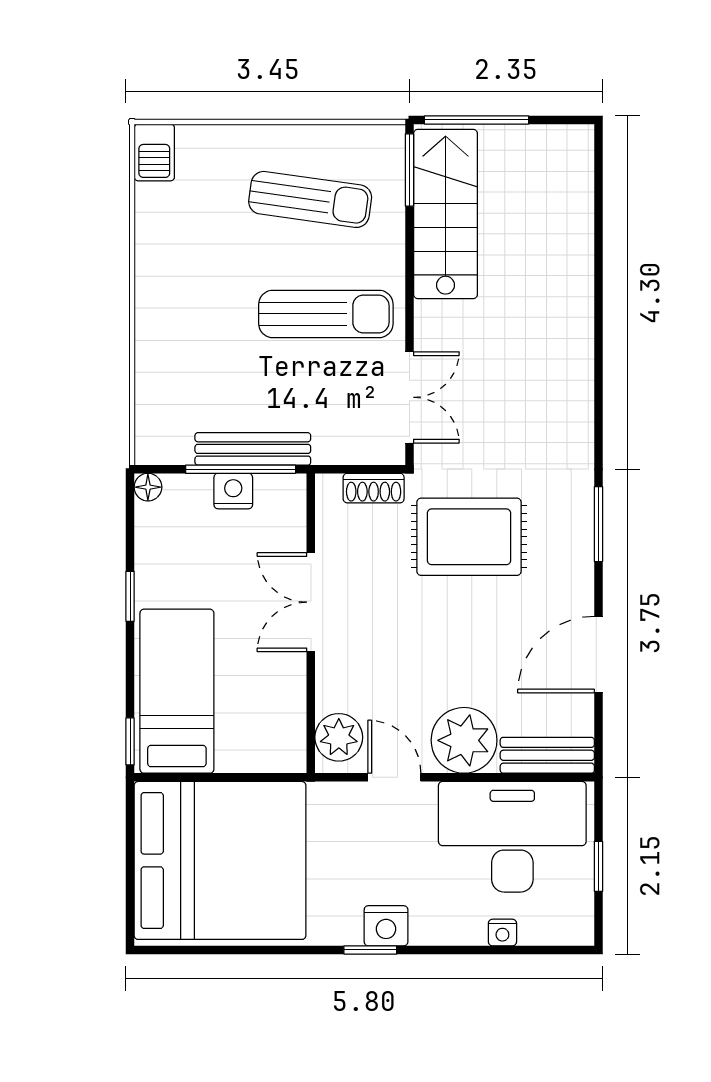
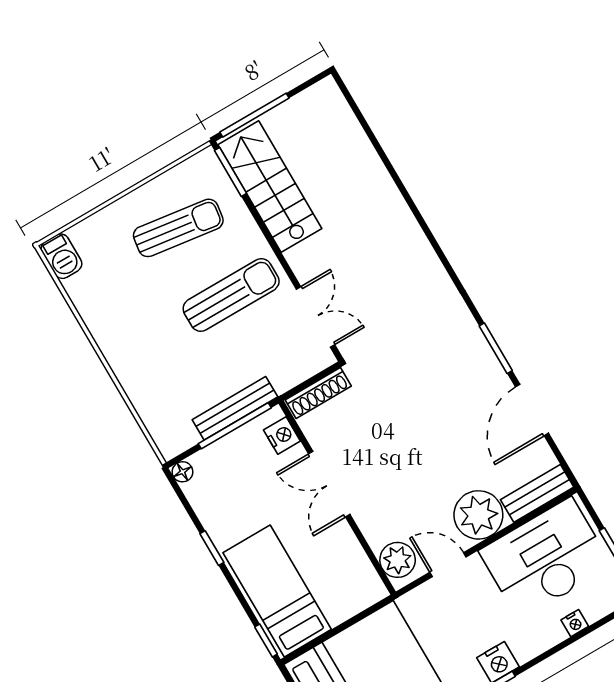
shoe rack: (374, 488) -> (318, 393), width x1.43
nightstand: (233, 491) -> (282, 436), moved, turned 90
window: (598, 524) -> (496, 348), moved
rug: (469, 537) -> (406, 383), removed

